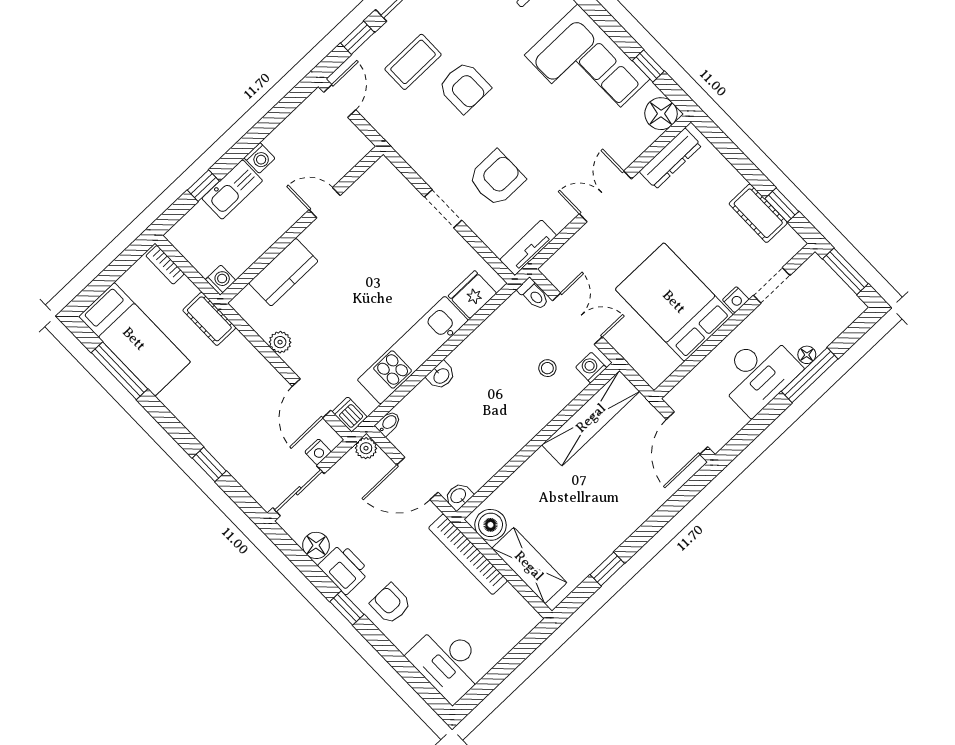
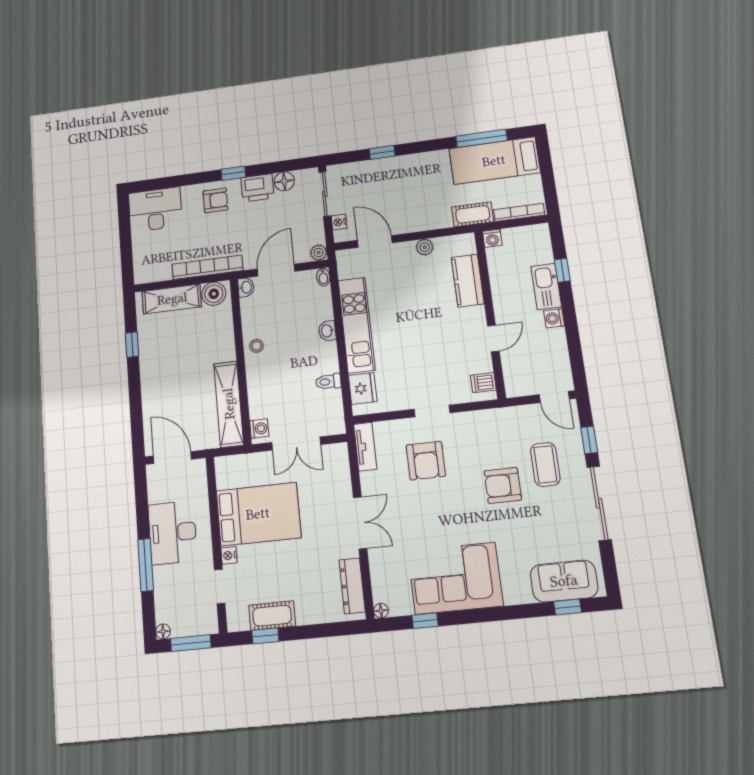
floor lamp: (661, 114) -> (381, 611), width x0.53, depth x0.53
bookcase: (165, 265) -> (519, 212), width x1.56
toilet: (533, 294) -> (328, 382), moved
floor lamp: (807, 355) -> (163, 631), moved
stool: (547, 368) -> (256, 346), moved
dishwasher: (350, 414) -> (483, 383), moved, turned 180

